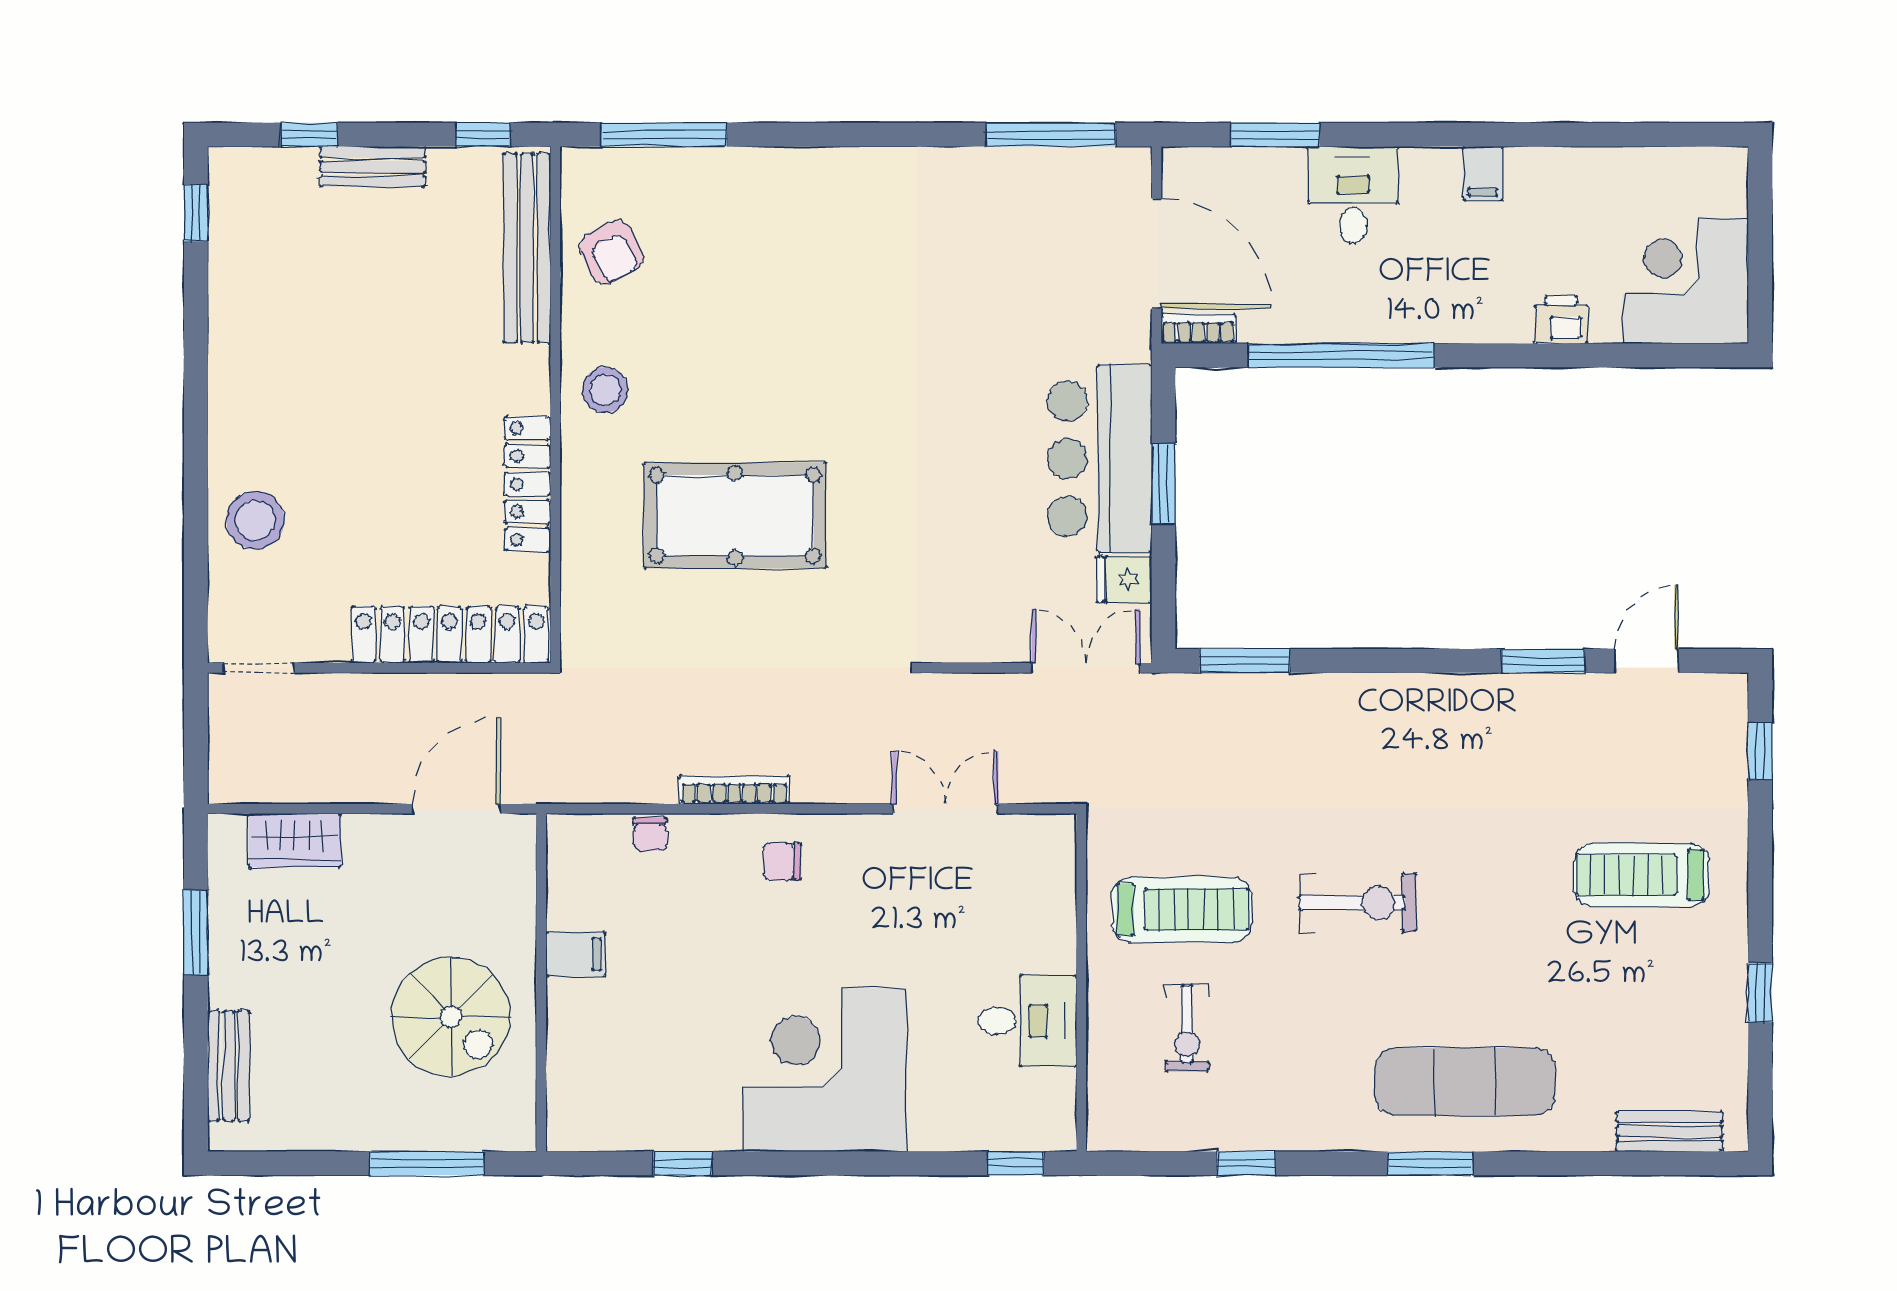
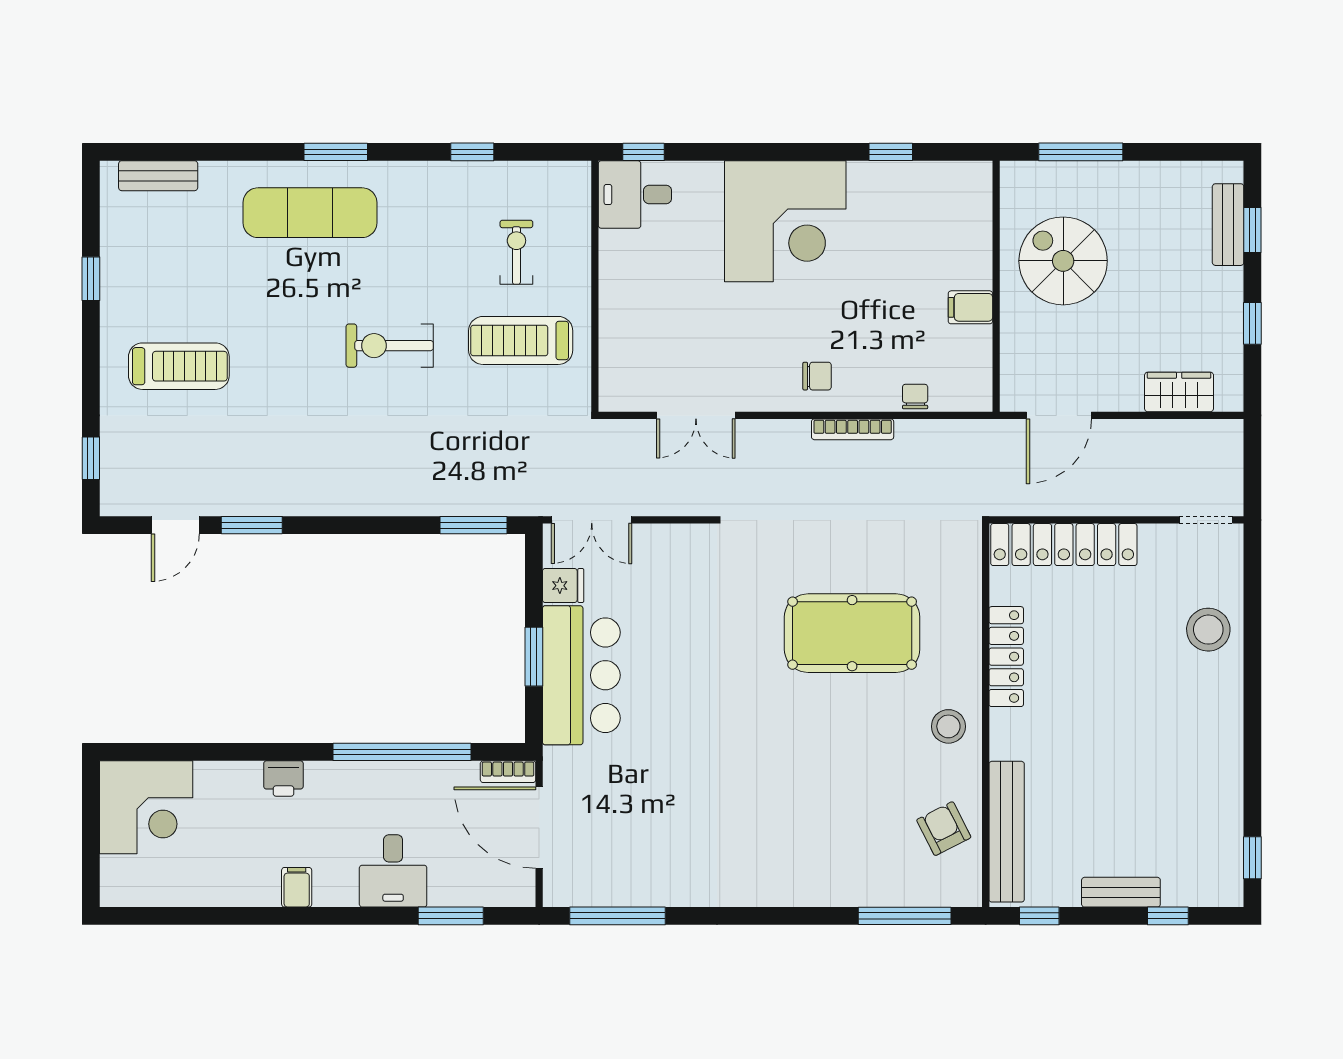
printer: (1561, 320) -> (283, 779), moved
window: (196, 932) -> (1252, 323), width x0.67
desk: (1027, 1021) -> (635, 195), moved
window: (196, 1058) -> (1252, 230), added

